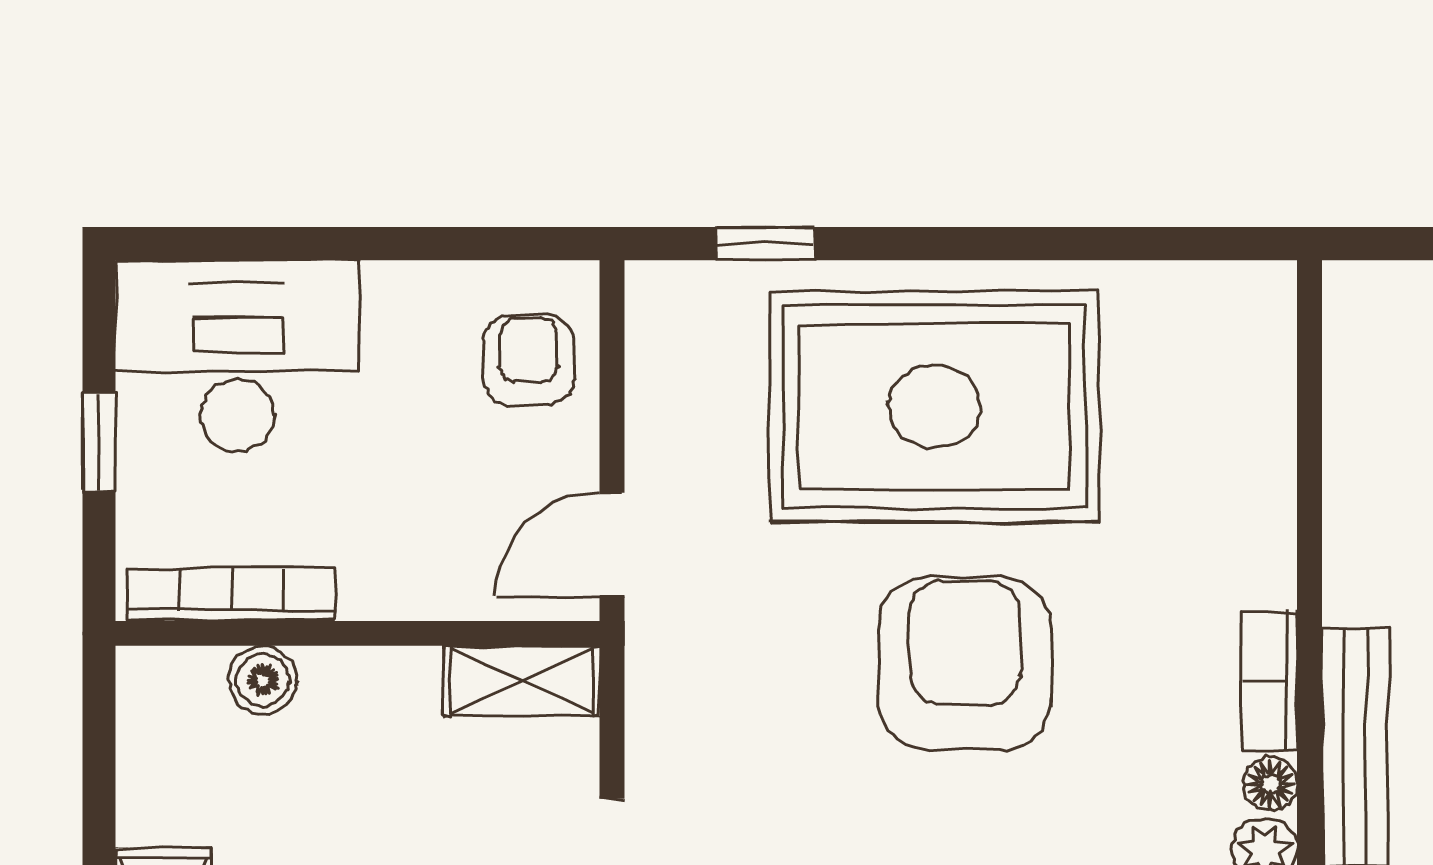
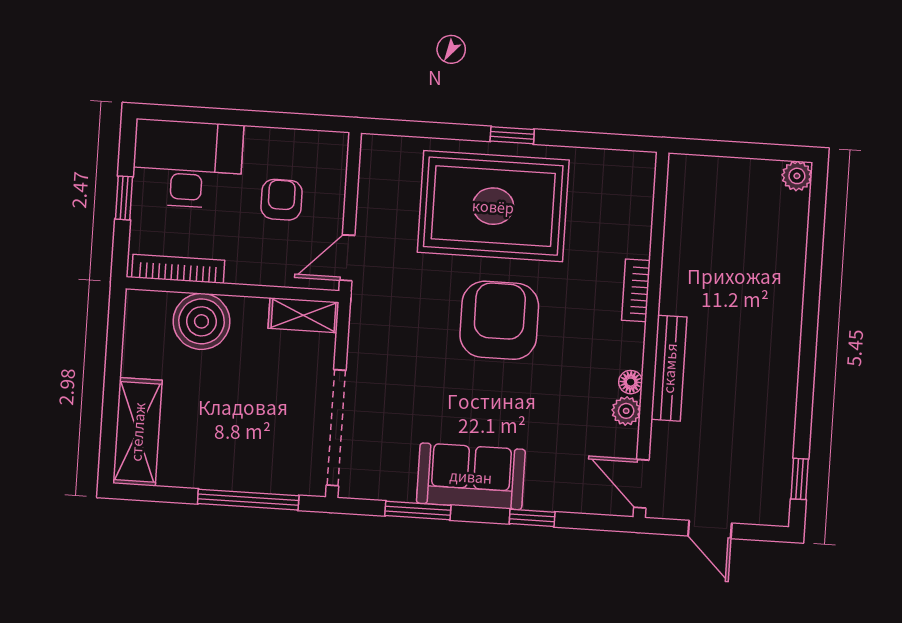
window: (765, 244) -> (512, 135), moved
armchair: (529, 360) -> (281, 200), moved
boiler: (263, 680) -> (201, 321), width x1.86, depth x1.86
bookcase: (1269, 681) -> (636, 290), moved

